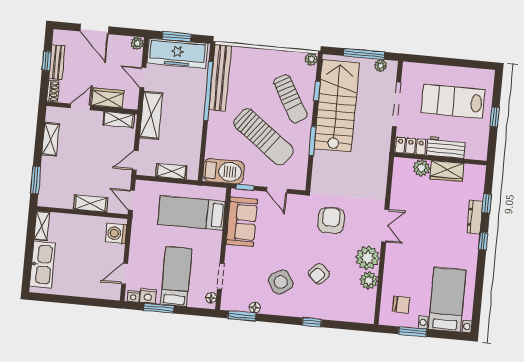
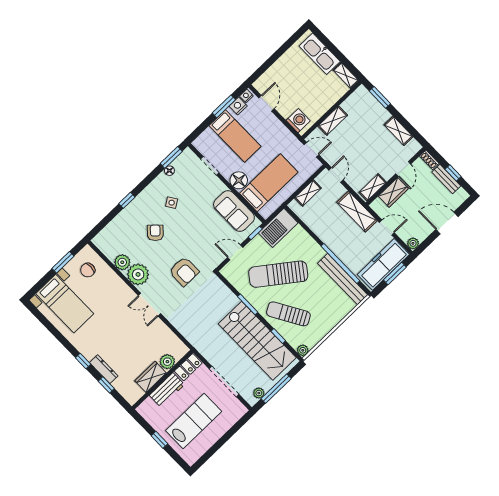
side table: (281, 282) -> (172, 203), width x0.54, depth x0.54
floor lamp: (211, 298) -> (239, 180), moved, width x1.89, depth x1.89

